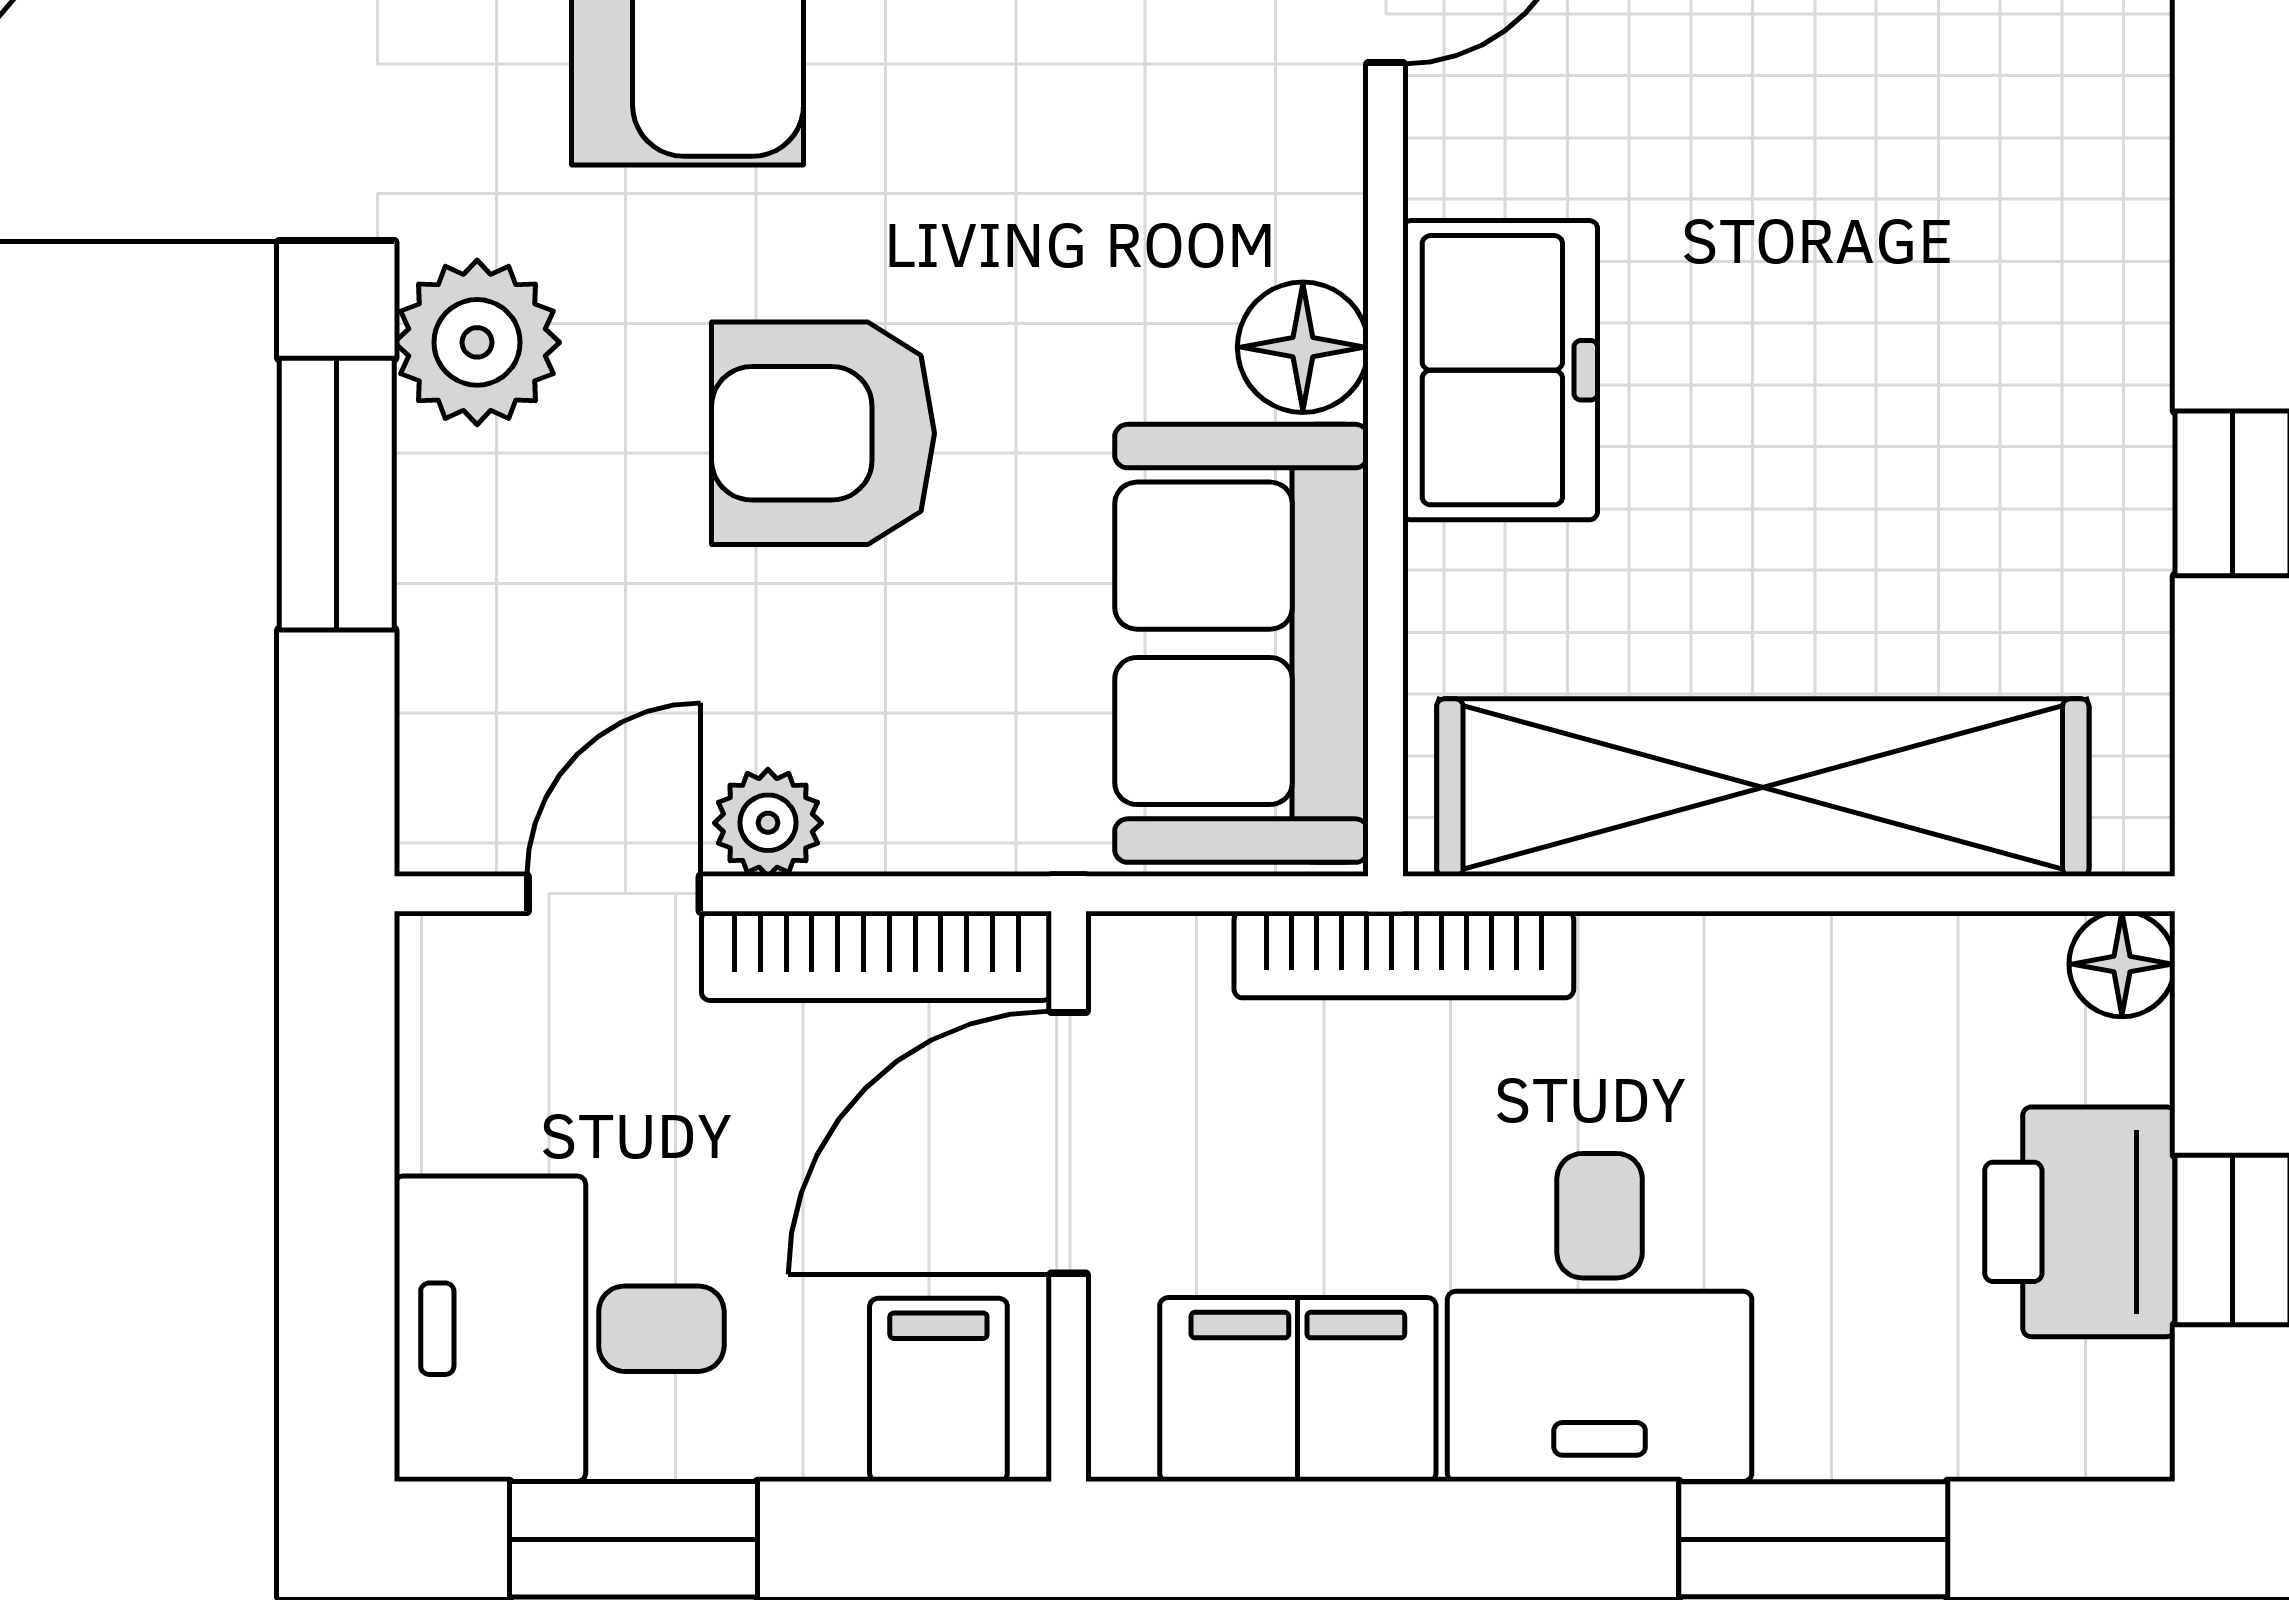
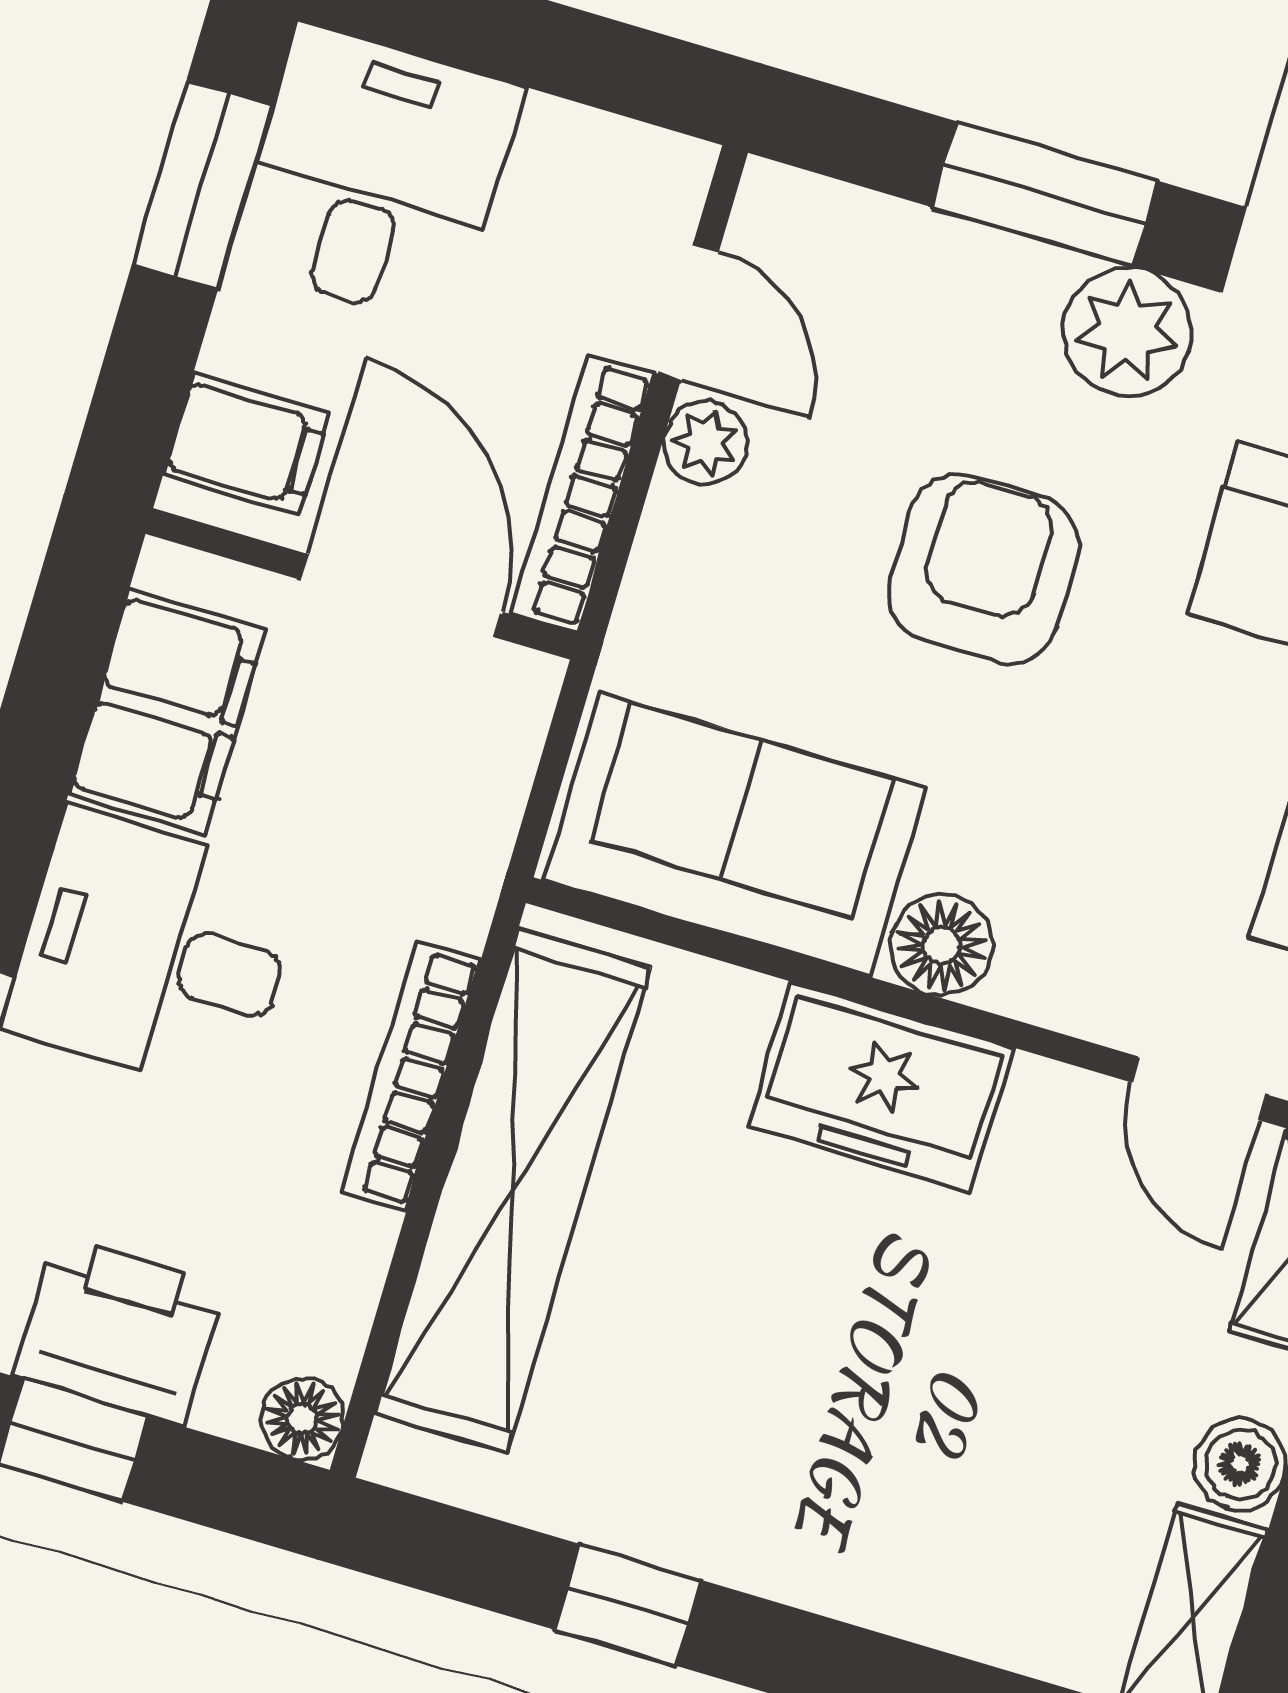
bookcase: (1404, 955) -> (411, 1076), moved

